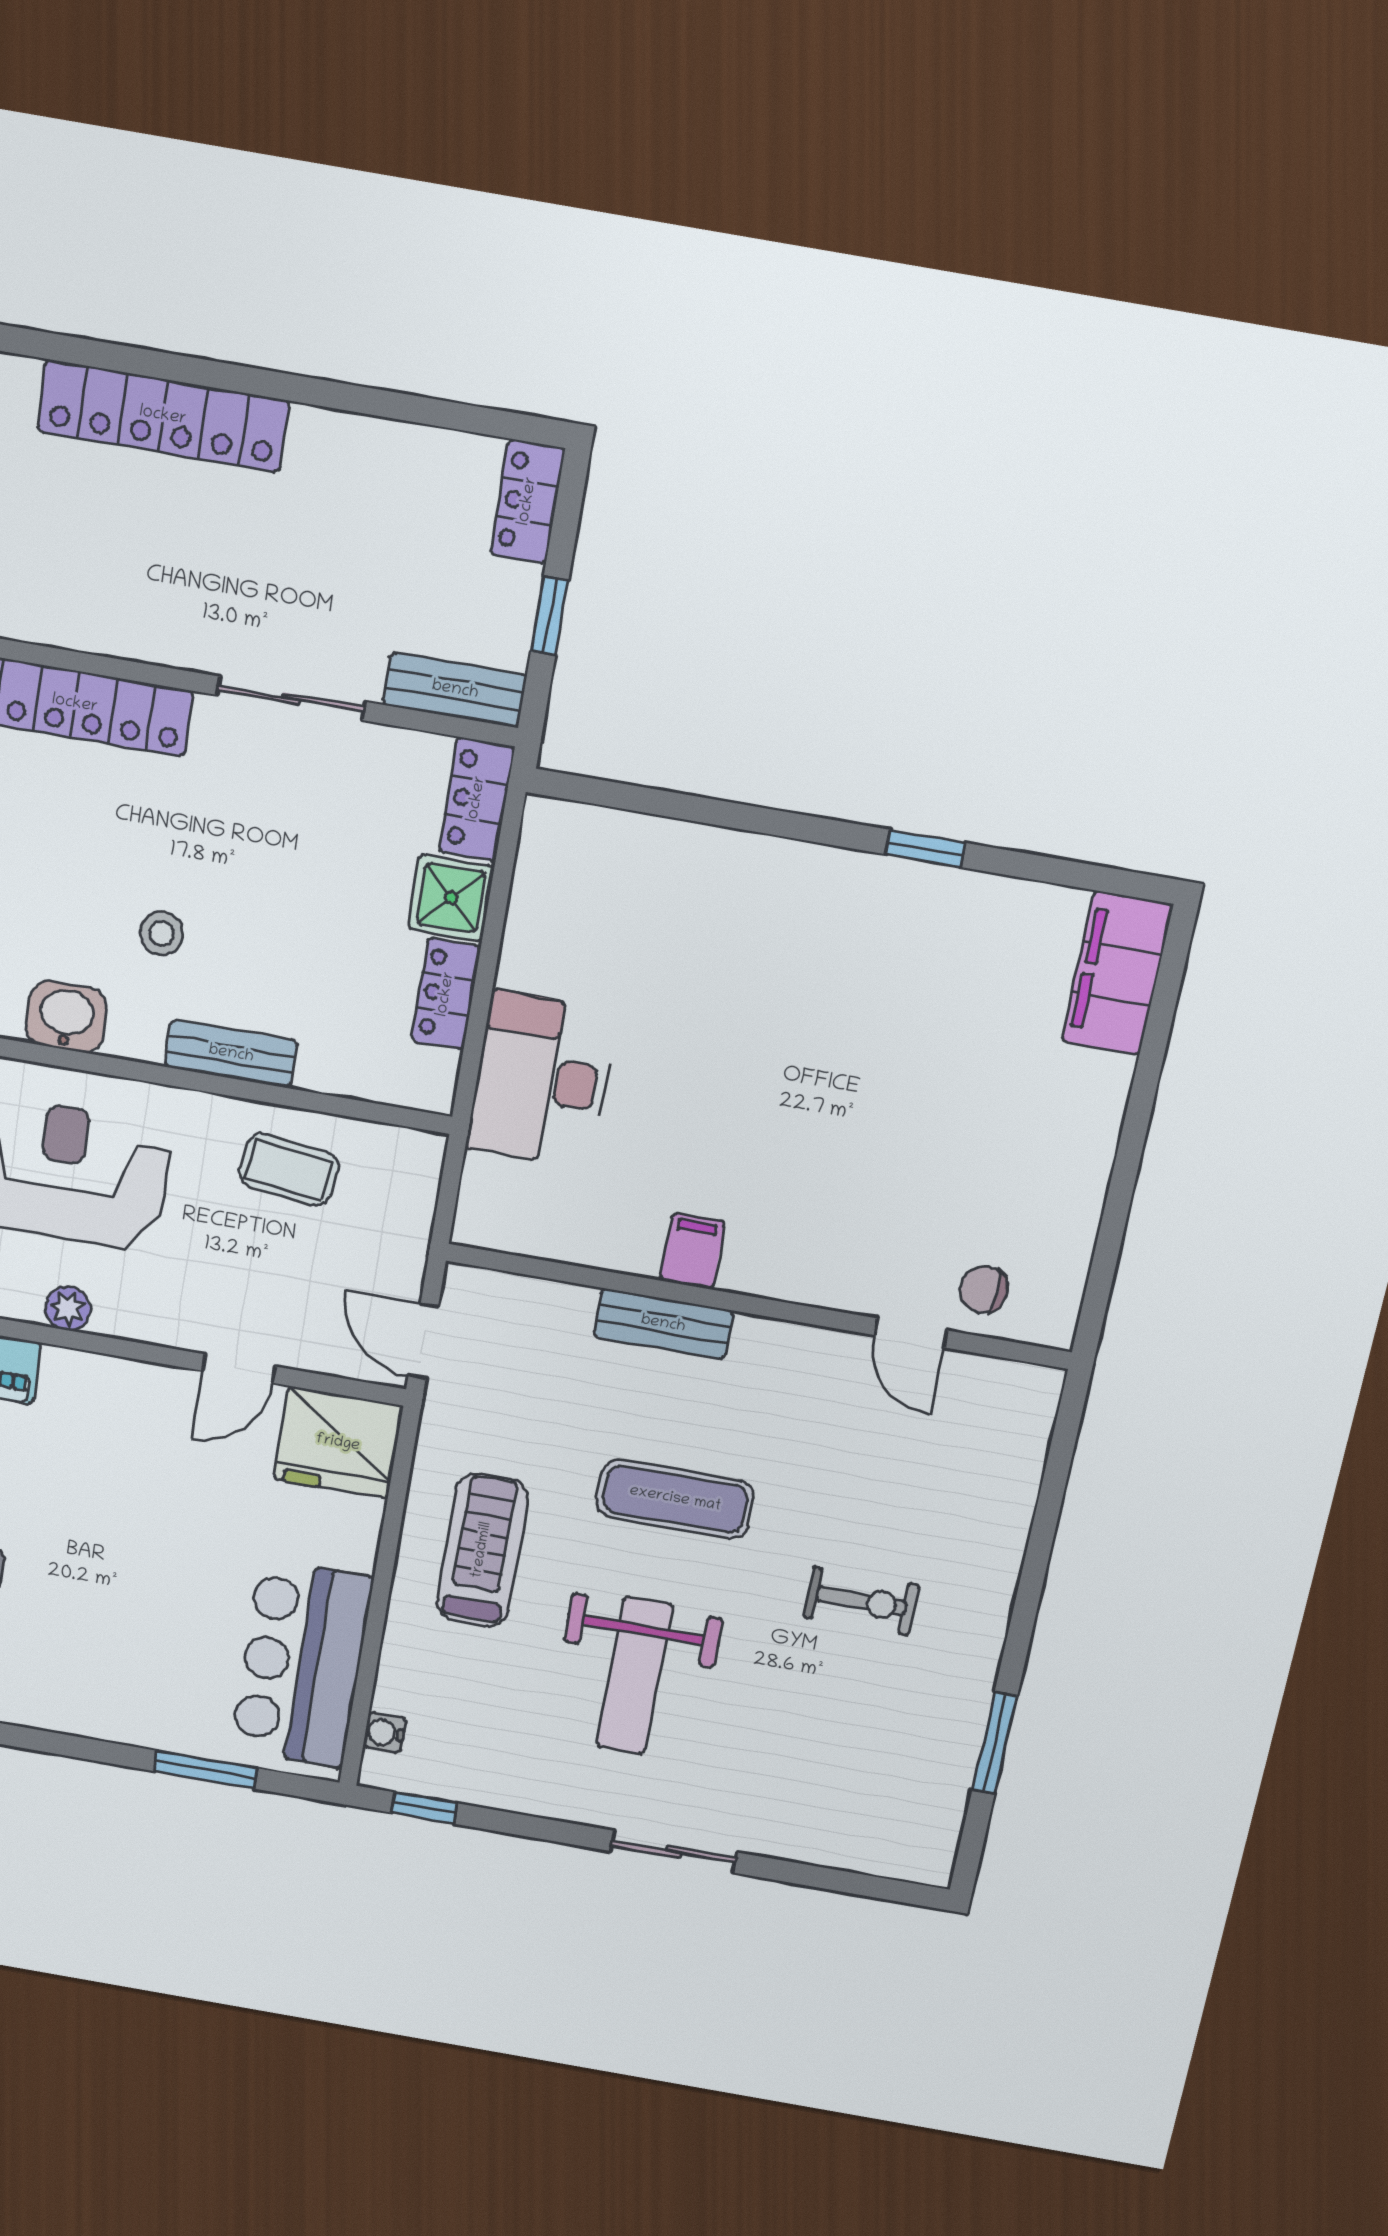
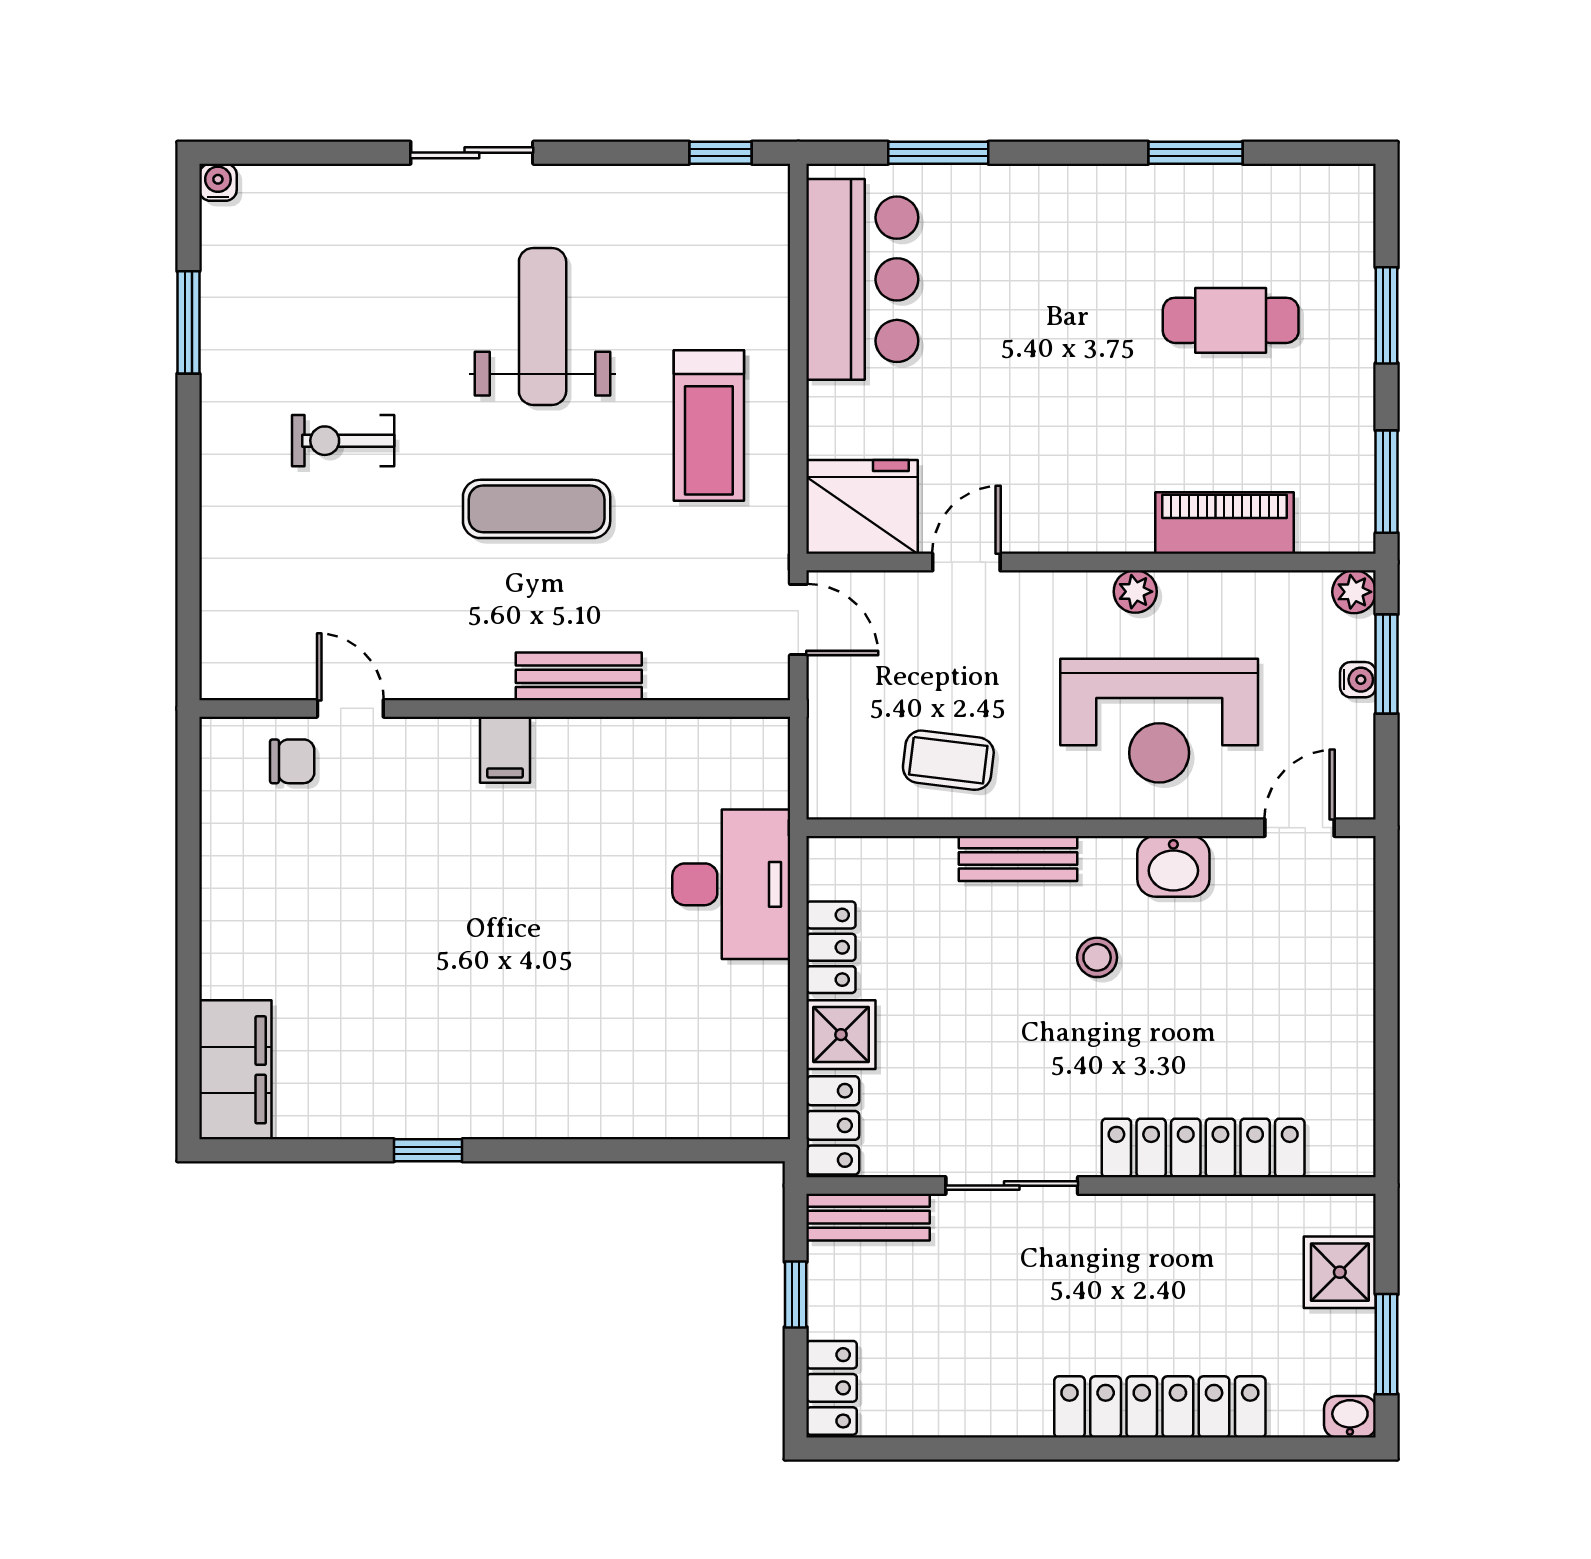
filing cabinet: (693, 1251) -> (505, 750), moved
water cooler: (384, 1732) -> (218, 182), moved, turned -90

